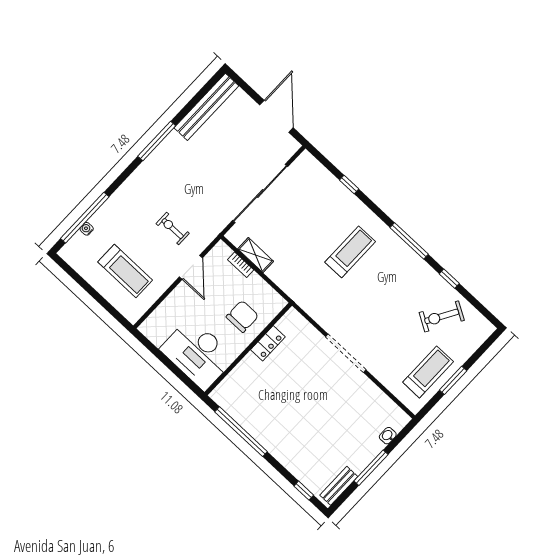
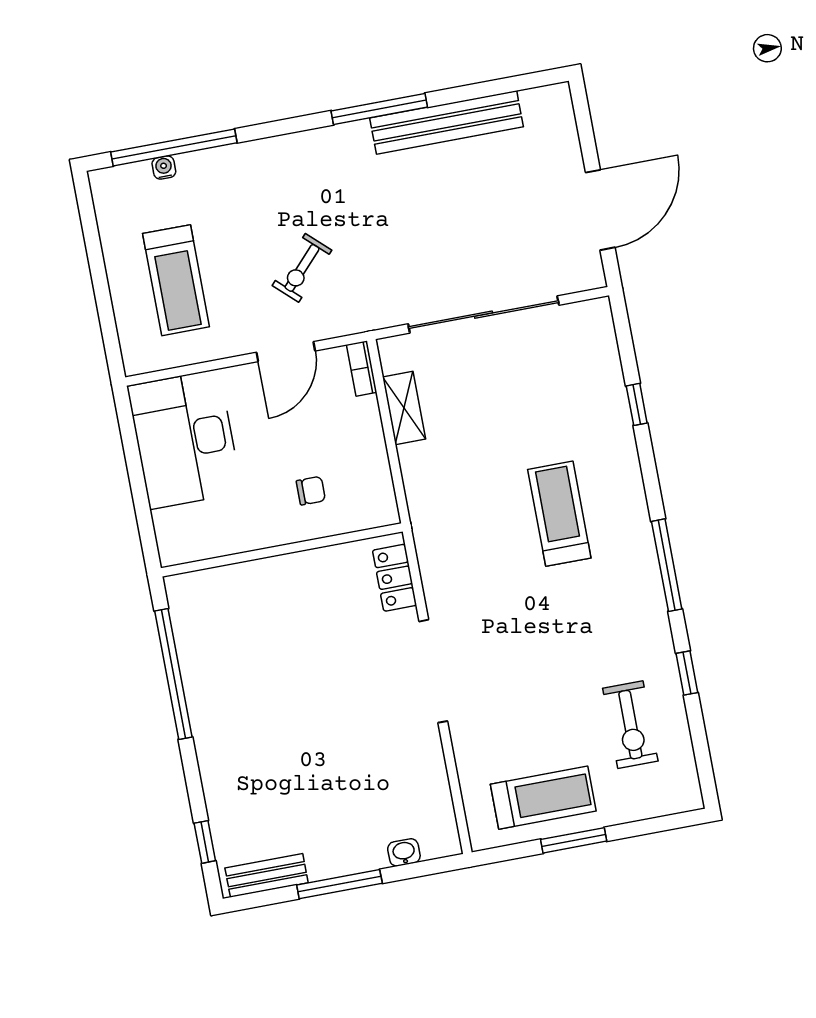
bench: (206, 107) -> (447, 122), moved
exercise bike: (173, 229) -> (302, 268), turned -137
treadmill: (350, 252) -> (559, 514), turned -90
bookcase: (241, 265) -> (362, 368), moved
chair: (242, 316) -> (311, 491), width x0.54, depth x0.54
exercise bike: (442, 316) -> (630, 725), turned -120
locker: (268, 343) -> (395, 578), moved, turned 90
desk: (198, 354) -> (185, 439), moved

